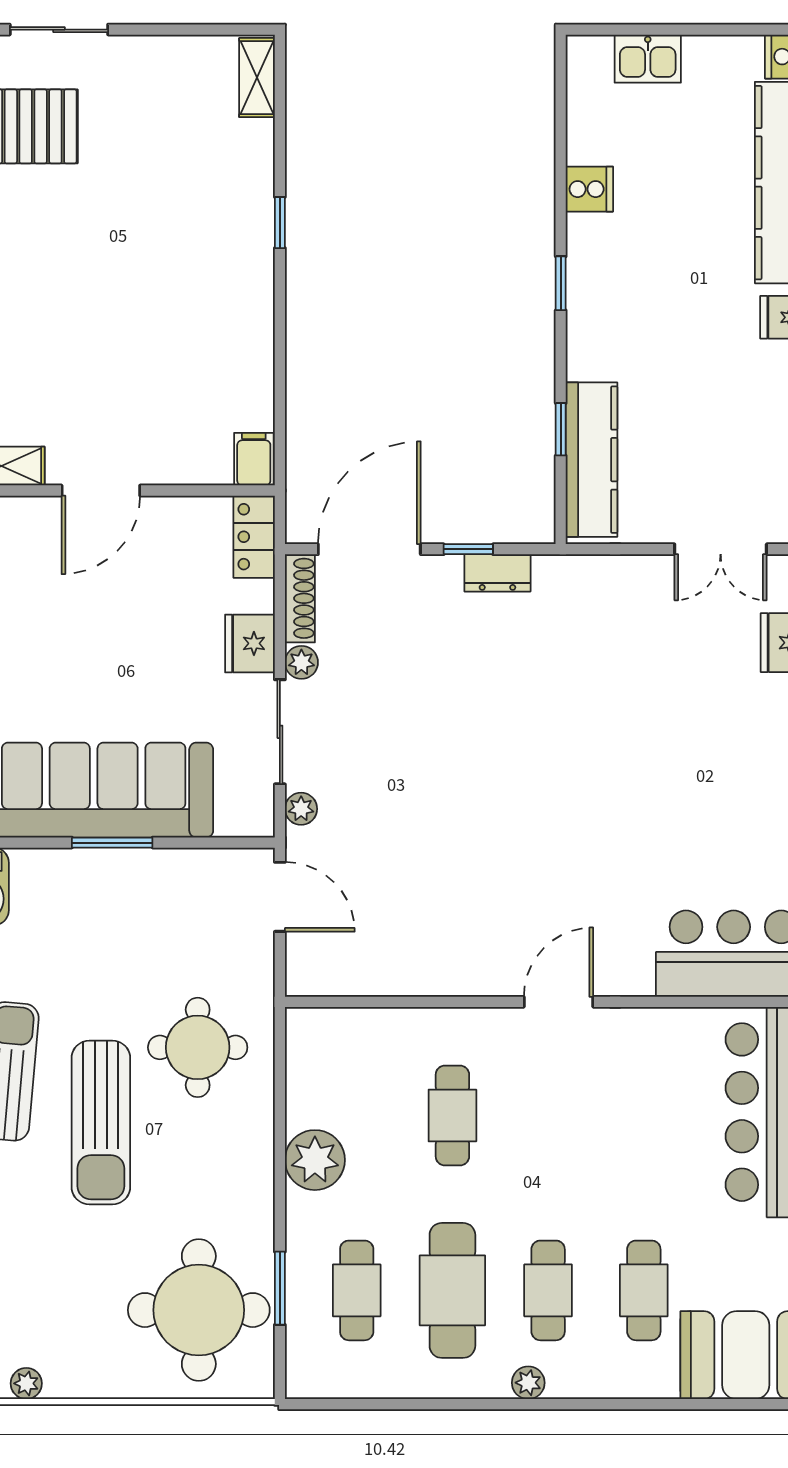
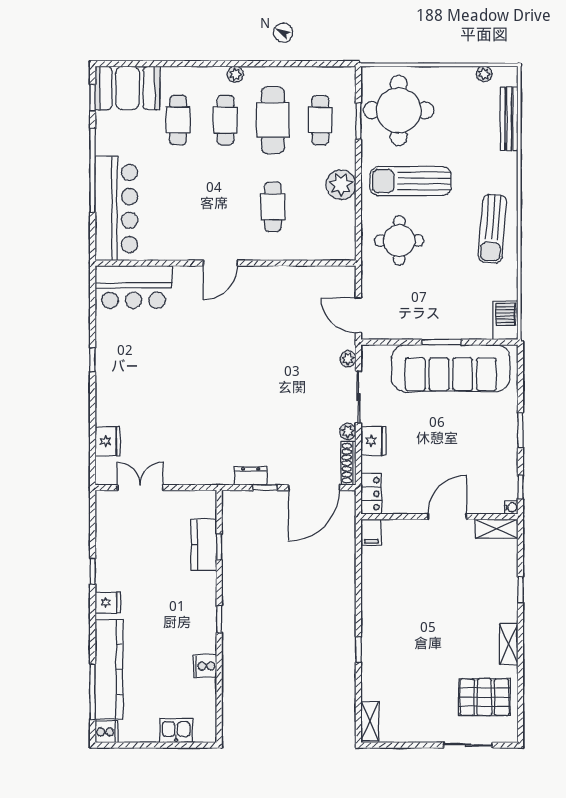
kitchen counter: (591, 460) -> (204, 545), width x0.67
sun lounger: (101, 1122) -> (410, 181), moved, turned -90

